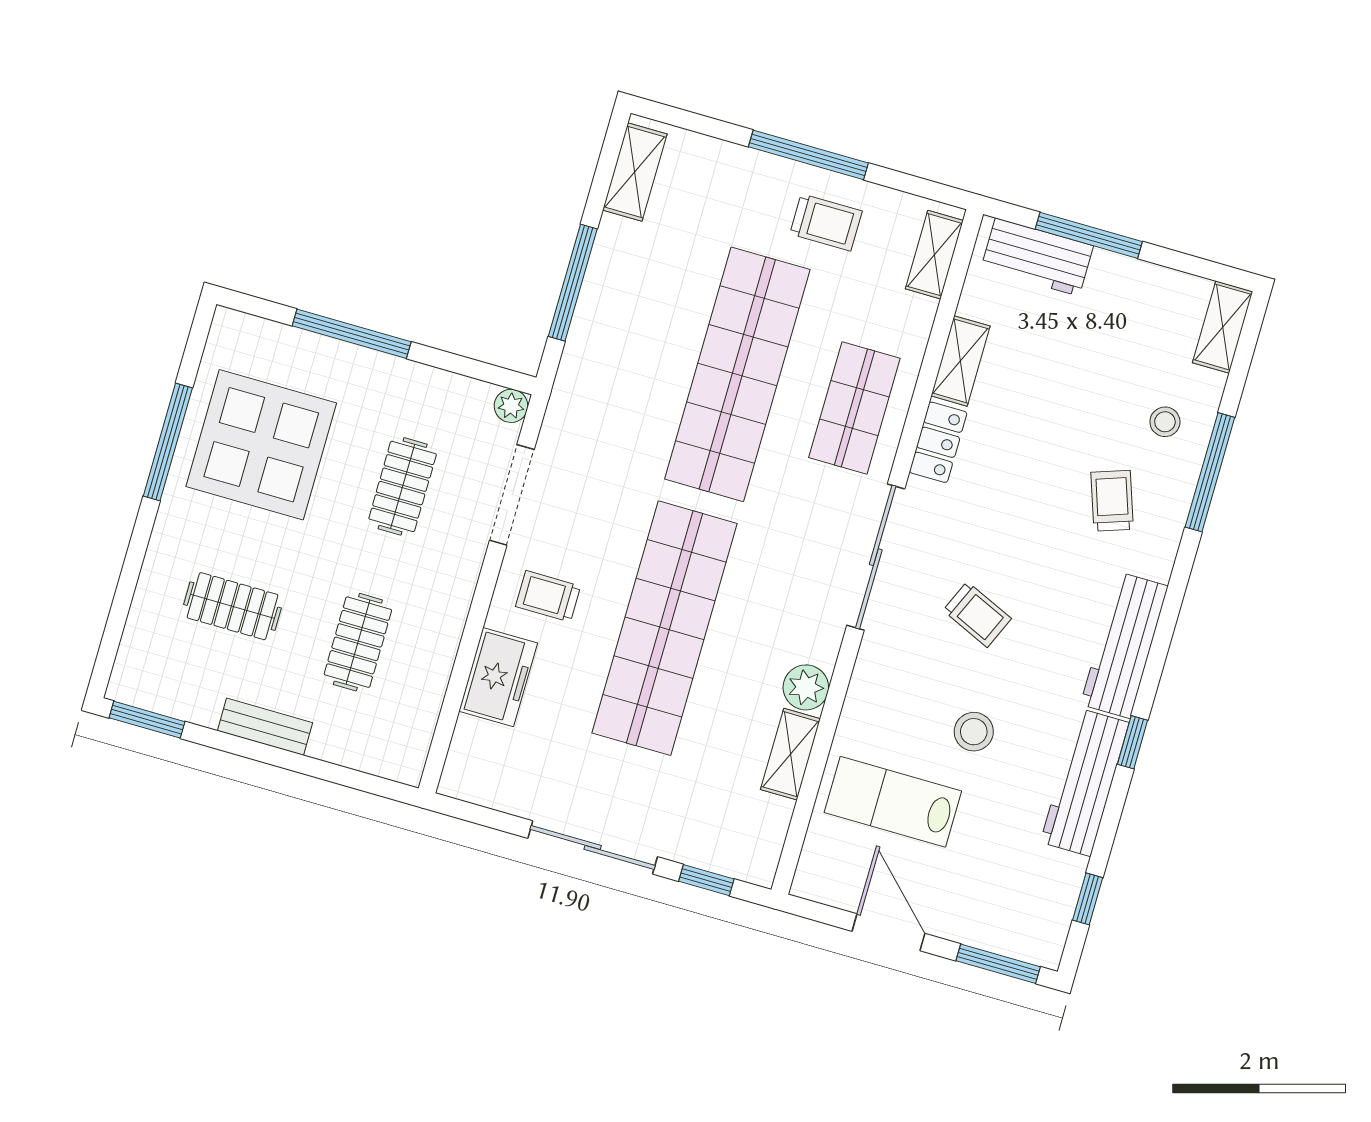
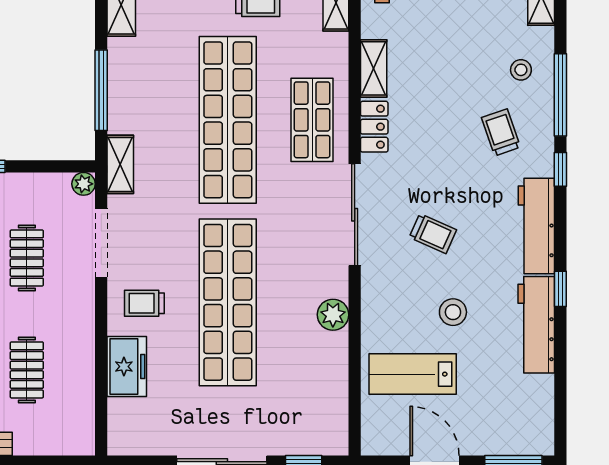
shelving: (790, 754) -> (120, 164), moved
window: (1088, 899) -> (560, 169), moved

